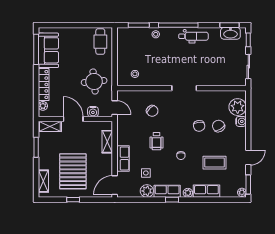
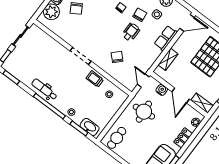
washbasin: (230, 33) -> (90, 127), moved
trolley: (157, 78) -> (95, 79), added
locker: (44, 84) -> (183, 138), width x0.66
chair: (199, 126) -> (140, 15), moved

